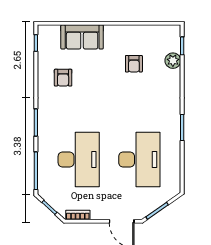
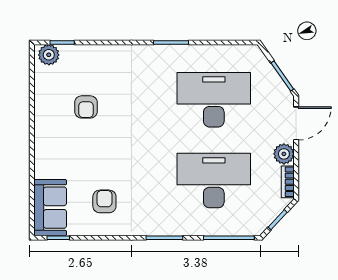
sofa: (82, 37) -> (50, 208), moved
plant: (173, 61) -> (49, 55), moved
armchair: (134, 64) -> (86, 107), turned 90
armchair: (63, 78) -> (104, 201), turned -90
plant: (99, 212) -> (284, 154), added

